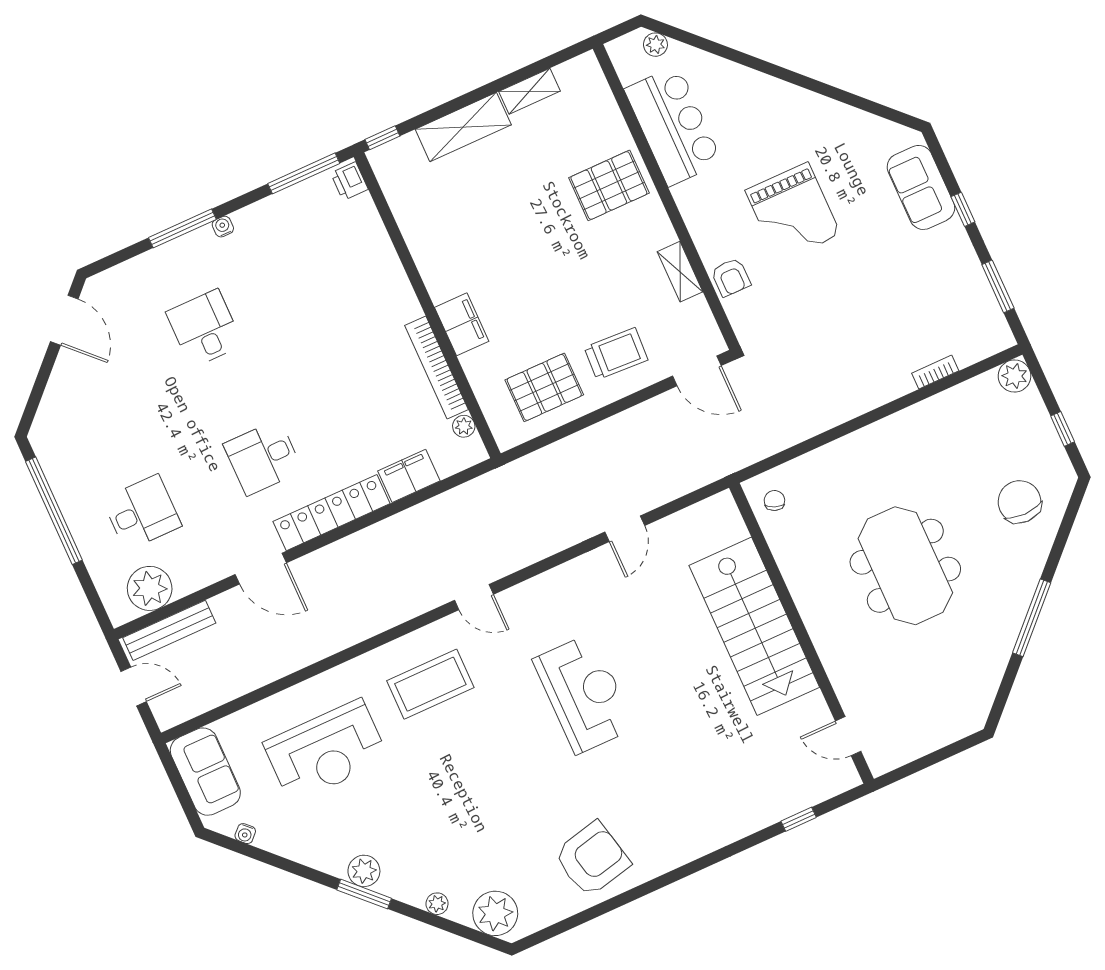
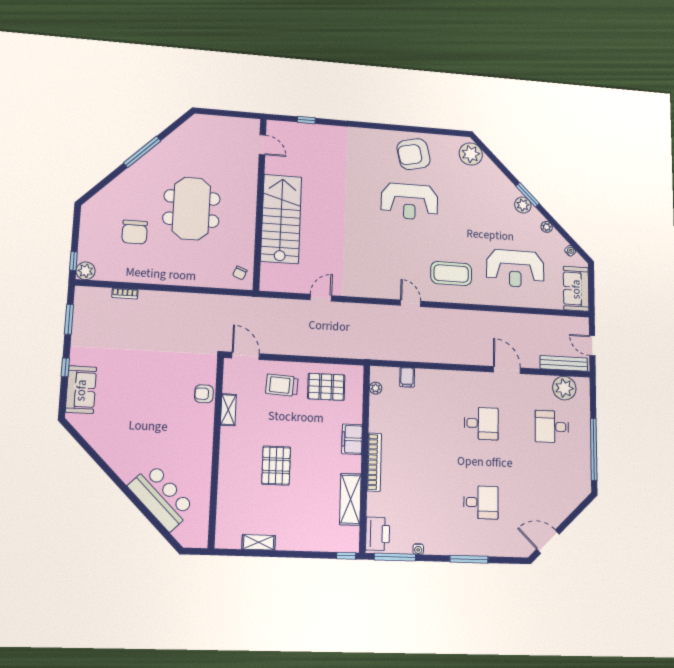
plant: (655, 45) -> (180, 534), removed
bar counter: (673, 126) -> (161, 497), moved, turned 135
shelving: (463, 127) -> (350, 499), moved, turned 90
printer: (349, 181) -> (378, 534), width x1.87, depth x1.48
pallet: (609, 185) -> (276, 466), moved, turned 90
grand piano: (793, 212) -> (154, 411), removed
water cooler: (223, 227) -> (418, 549), moved
armchair: (731, 277) -> (204, 394), turned -90
door: (64, 320) -> (548, 542), hinge flipped
desk: (205, 328) -> (481, 502), turned -90
bookcase: (436, 368) -> (374, 462), moved
window: (1063, 429) -> (73, 261), moved
filing cabinet: (409, 476) -> (407, 377), width x0.50
chair: (1020, 502) -> (135, 232), moved
locker: (332, 513) -> (460, 379), removed
reception desk: (584, 694) -> (409, 202), moved, turned -90
reception desk: (326, 751) -> (515, 268), turned 180
plant: (437, 904) -> (547, 227), moved

